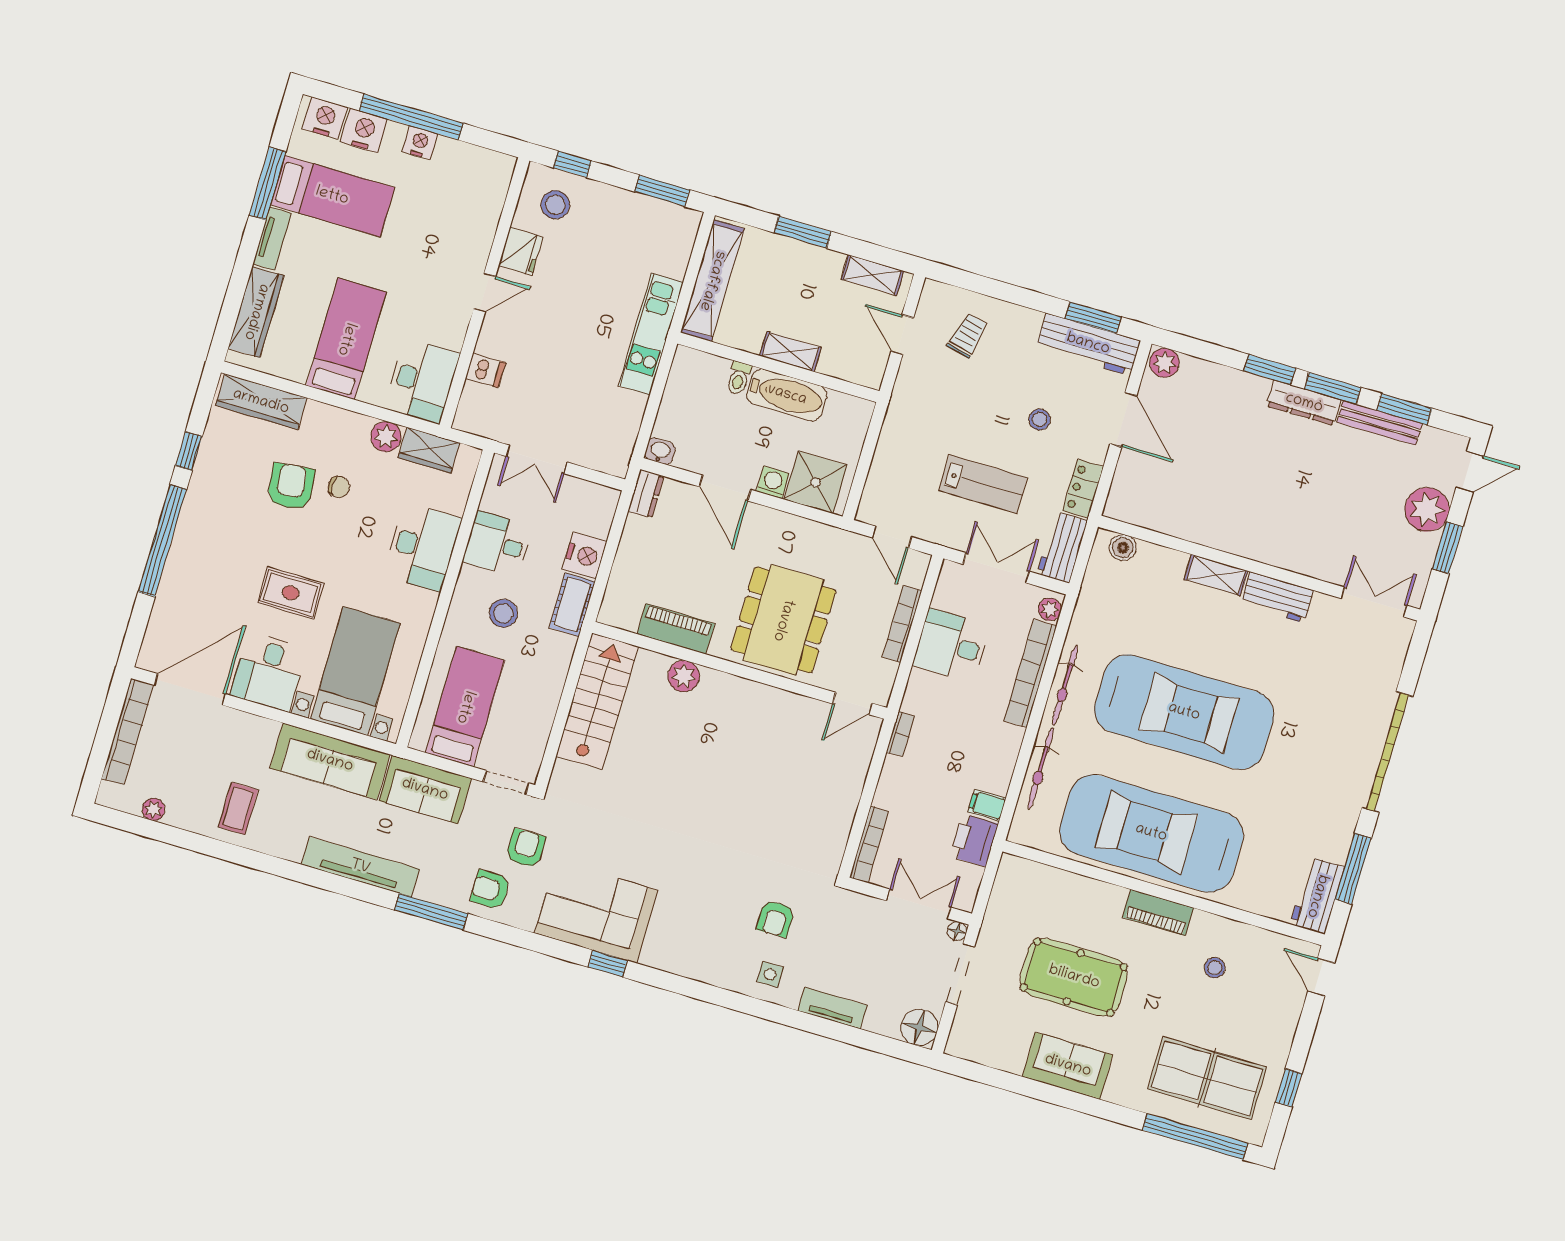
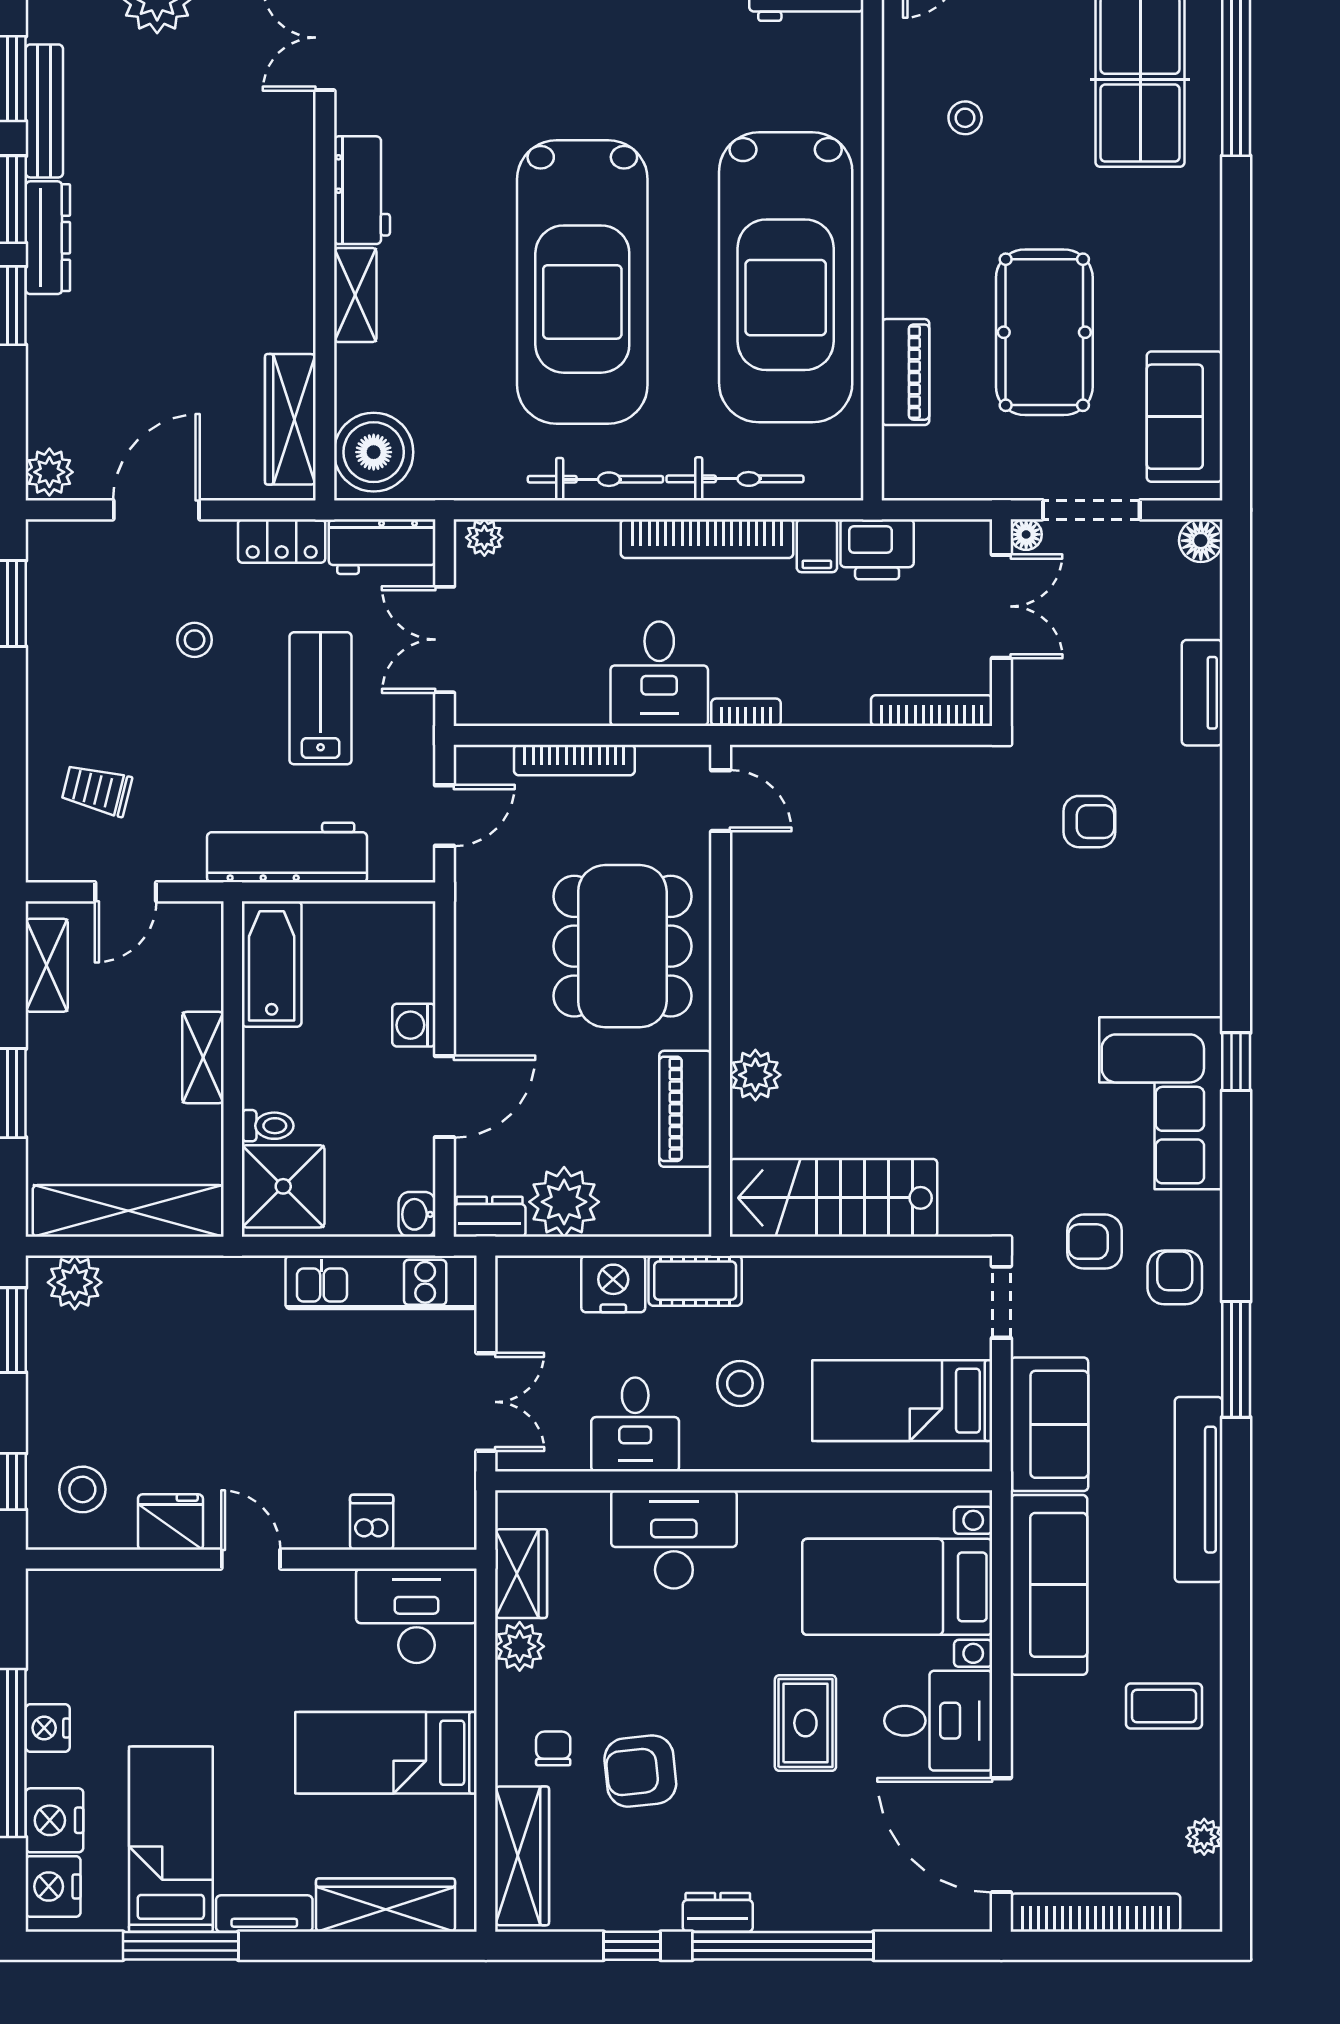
plant: (679, 236) -> (75, 1282), added
kitchen unit: (651, 334) -> (381, 1282), moved
workbench: (1088, 344) -> (287, 853), moved, turned -90
bathtub: (787, 395) -> (272, 964), moved
shower: (816, 482) -> (283, 1186), moved
chair: (339, 487) -> (553, 1748), moved
dresser: (194, 508) -> (718, 1912), added
wardrobe: (1154, 515) -> (290, 419), added
plant: (642, 541) -> (564, 1202), added
boiler: (1123, 548) -> (374, 452), width x1.86, depth x1.86
dining table: (783, 620) -> (622, 946), turned 90
desk: (951, 646) -> (659, 674), moved
bookcase: (1030, 673) -> (707, 539), moved
car: (1184, 712) -> (582, 282), turned 180
armchair: (490, 890) -> (1175, 1277), turned 180
double door: (919, 904) -> (1001, 606), swing flipped
piano: (1158, 913) -> (905, 372), moved
side table: (770, 974) -> (1178, 805), removed
floor lamp: (919, 1027) -> (1201, 541), width x0.73, depth x0.73
sofa: (1068, 1066) -> (1185, 417), moved

